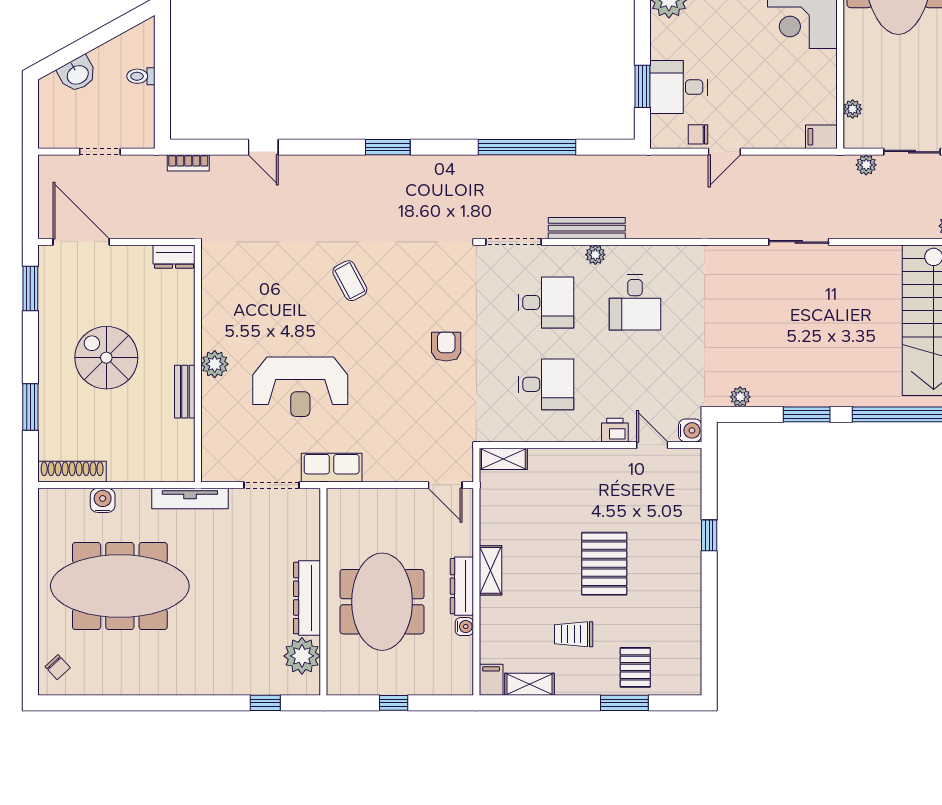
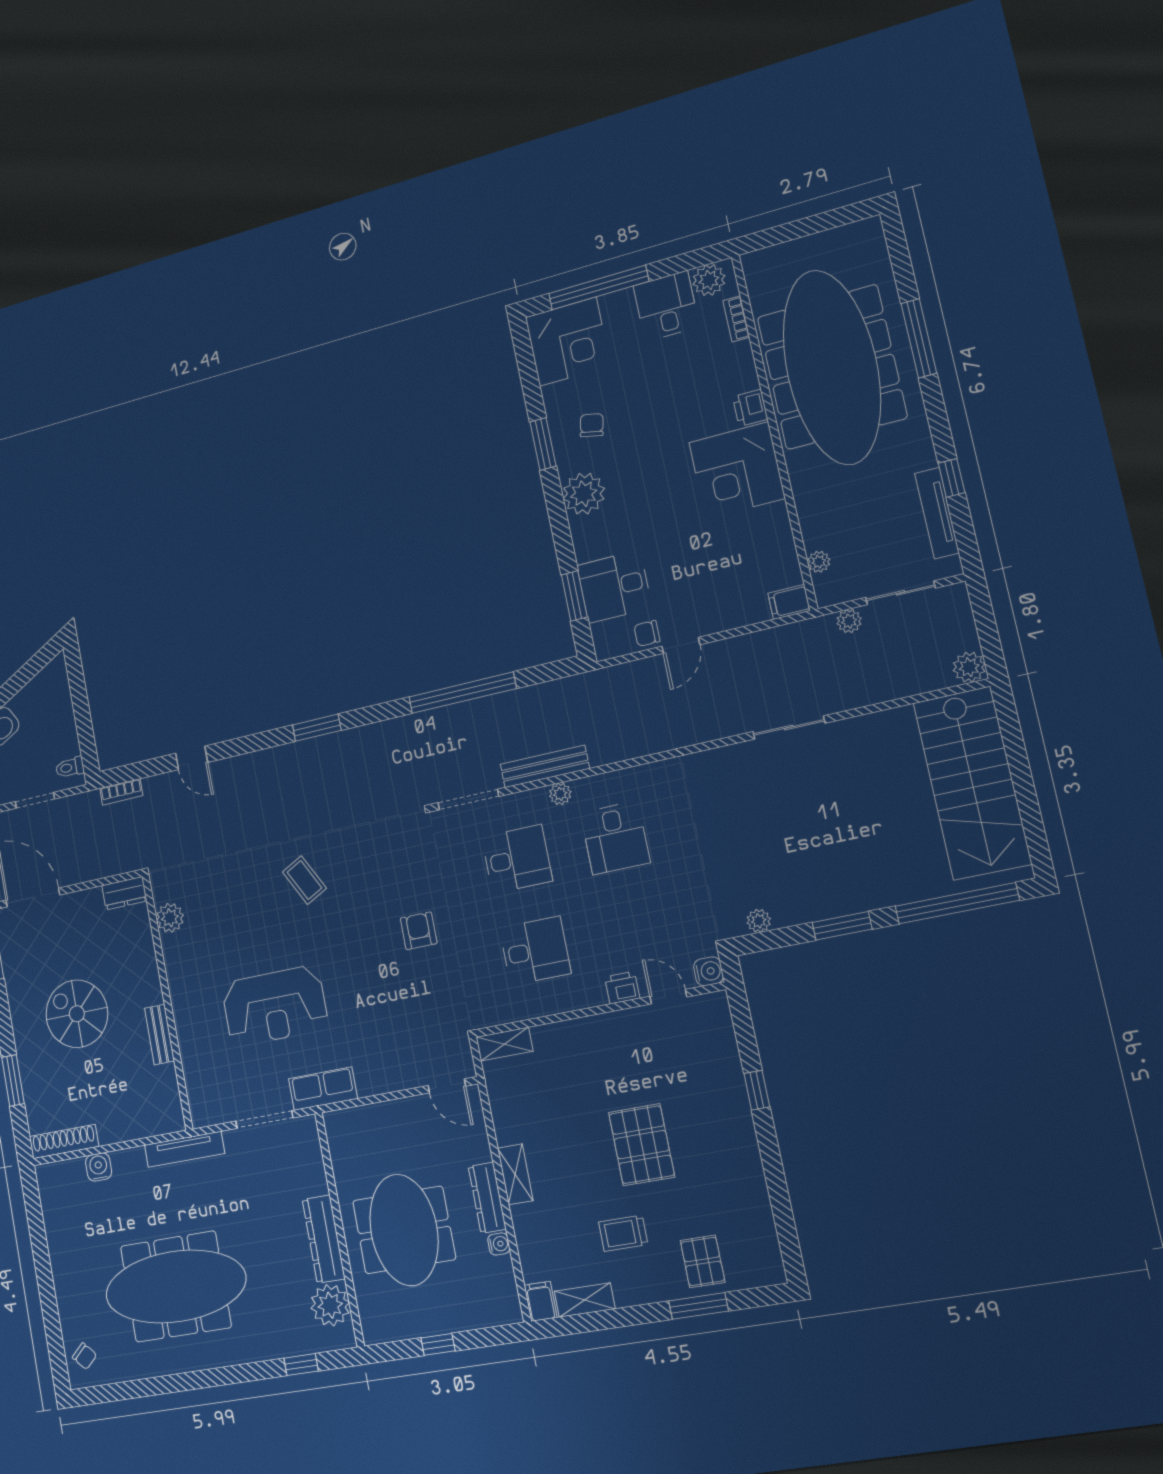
toilet: (141, 76) -> (70, 767), moved
plant: (215, 364) -> (170, 918), moved
meeting table: (120, 586) -> (176, 1287), moved

